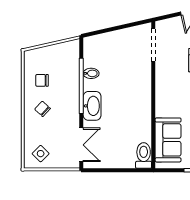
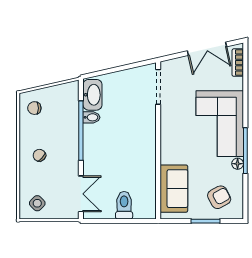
chair: (42, 80) -> (34, 108), moved
washbasin: (92, 106) -> (92, 95), moved
toilet: (144, 155) -> (124, 205), moved

